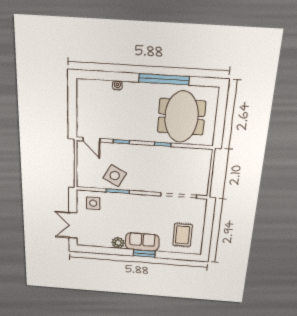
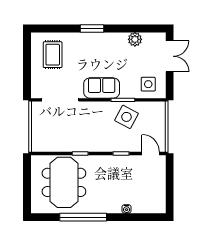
sofa: (142, 242) -> (102, 88), moved, turned 180
plant: (118, 243) -> (135, 39), moved

